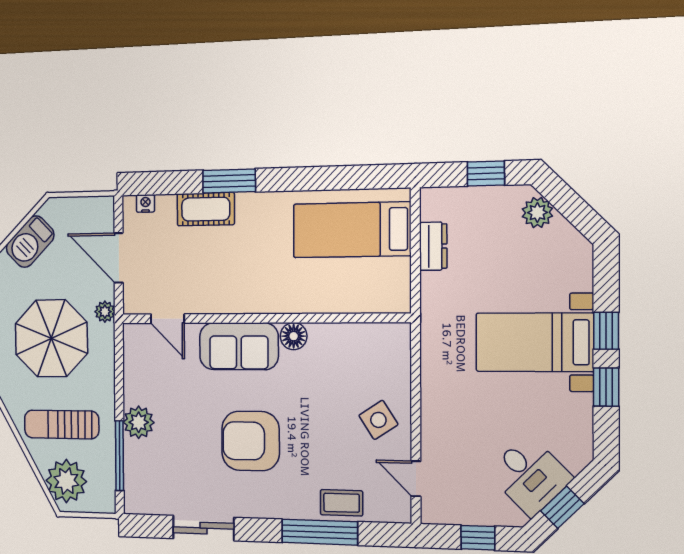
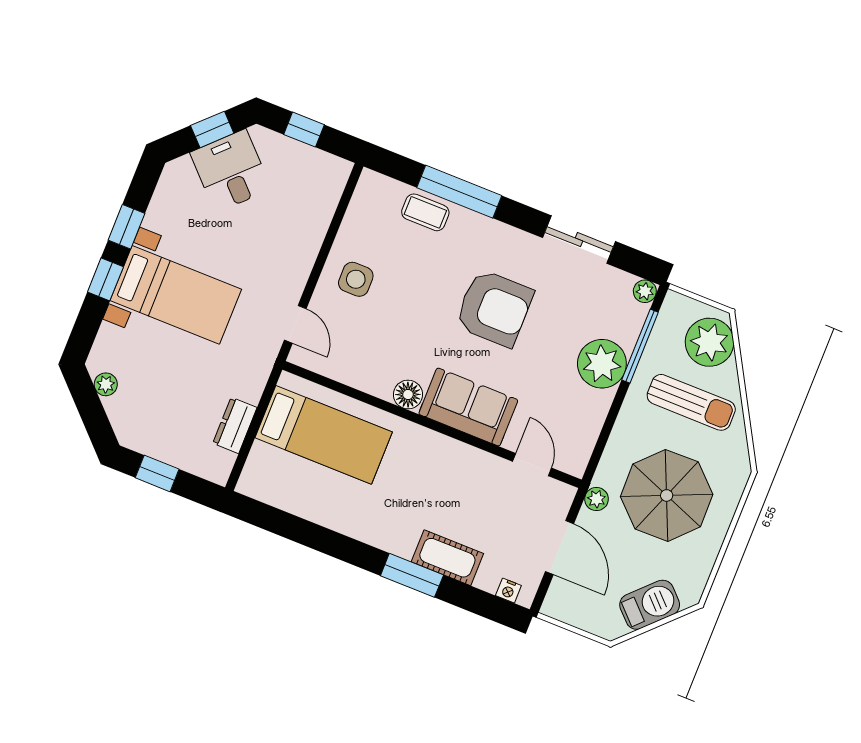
plant: (537, 213) -> (106, 384), moved, width x0.73, depth x0.73
bed: (352, 230) -> (324, 435), moved
side table: (378, 420) -> (356, 279), turned 33
plant: (139, 422) -> (602, 364), width x1.36, depth x1.36
door: (416, 479) -> (295, 324), moved
plant: (133, 504) -> (645, 291), added

